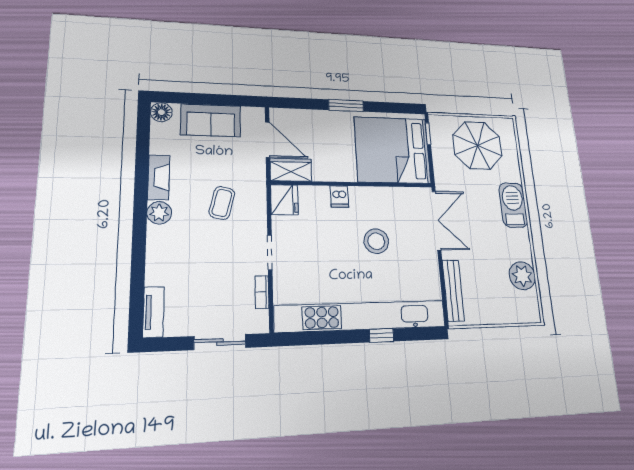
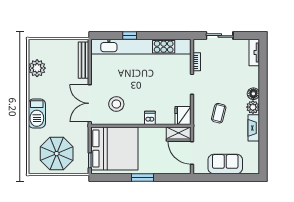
floor lamp: (161, 112) -> (253, 94), moved
stool: (376, 241) -> (116, 104), moved

